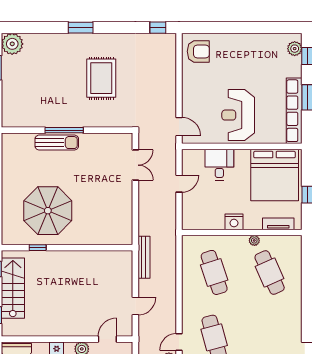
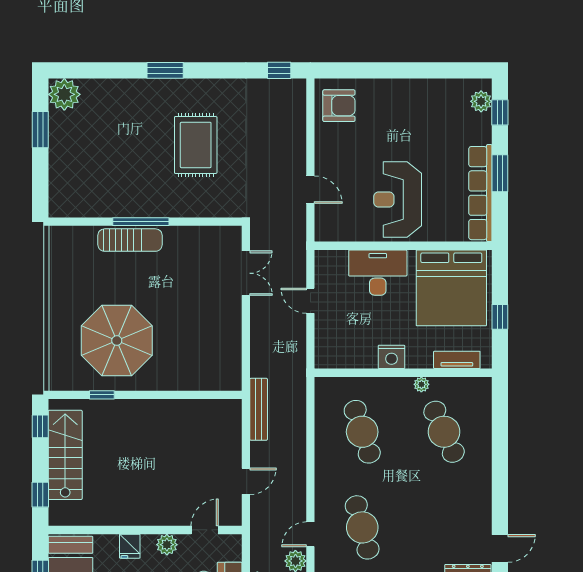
door: (179, 127) -> (310, 190), moved
desk: (219, 165) -> (378, 273), width x1.37
door: (179, 184) -> (310, 301), swing flipped

